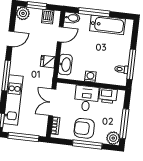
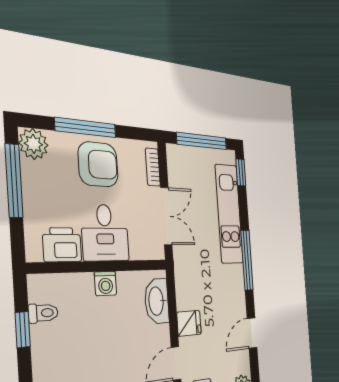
fridge: (48, 62) -> (189, 323), moved
window: (131, 64) -> (23, 330), width x0.46

